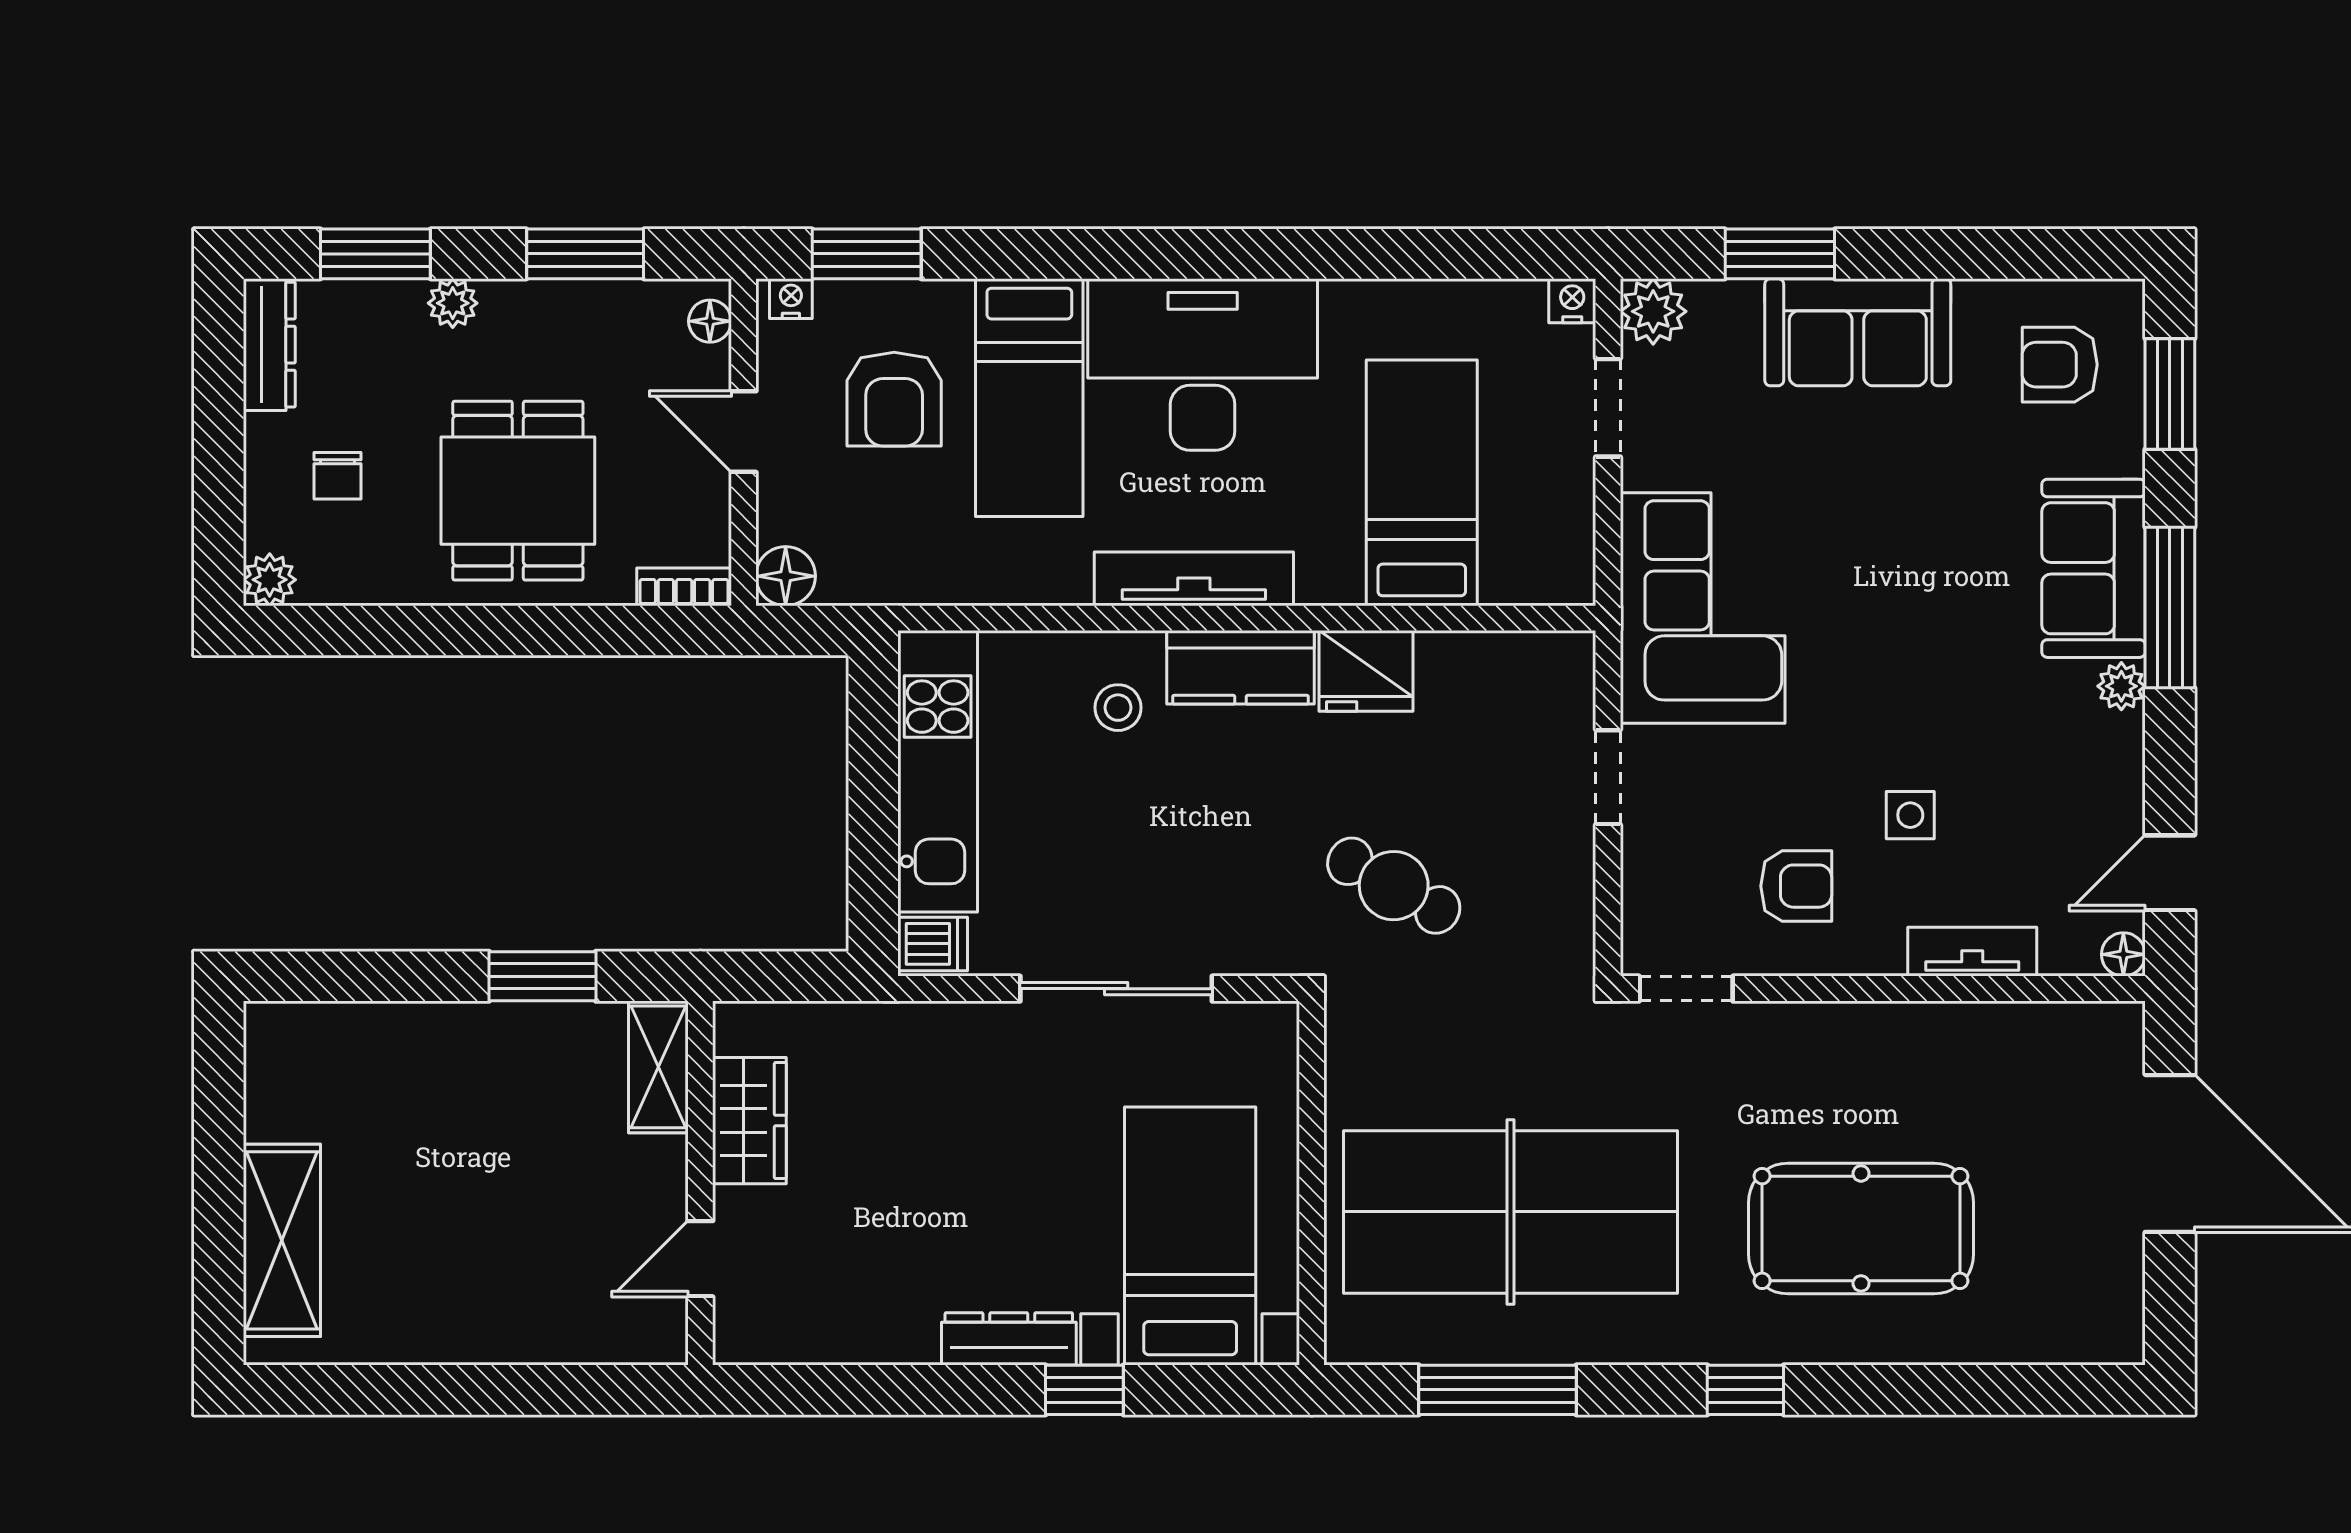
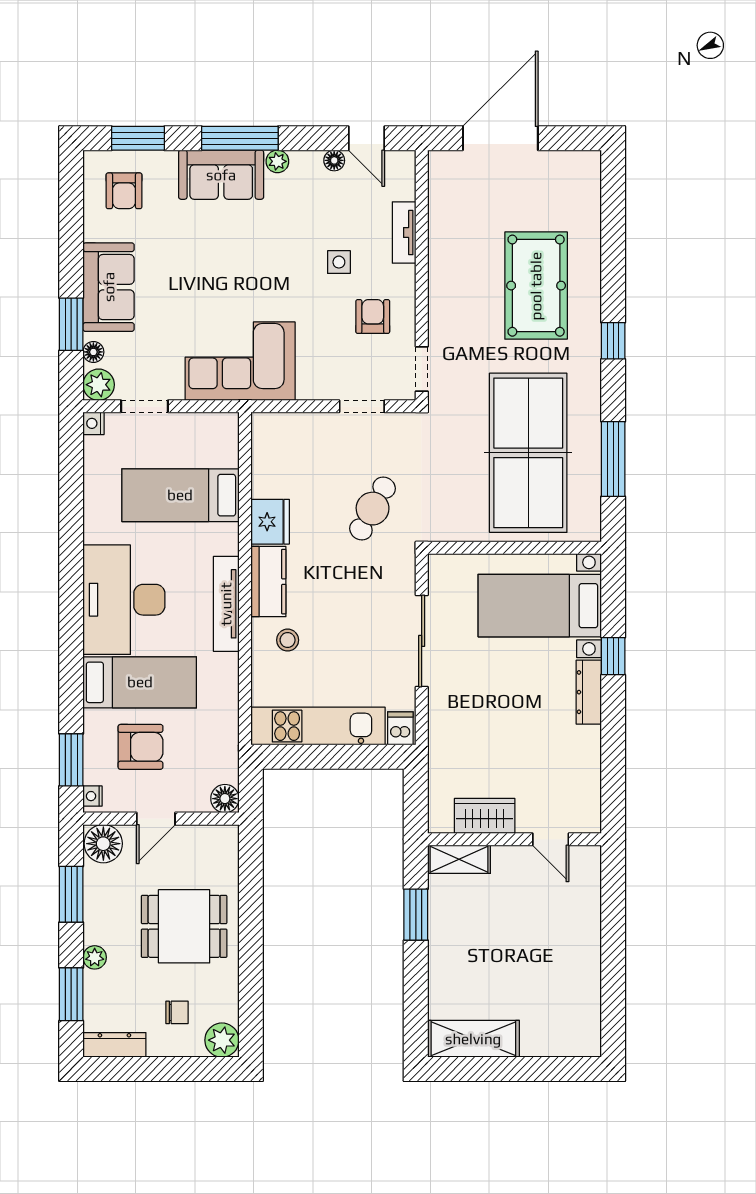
floor lamp: (1722, 300) -> (93, 352), added
floor lamp: (710, 321) -> (103, 844), width x1.89, depth x1.89
plant: (270, 580) -> (222, 1040), width x1.38, depth x1.38
bookcase: (684, 587) -> (230, 847), removed
doorway: (1608, 777) -> (362, 406), moved
floor lamp: (2123, 954) -> (334, 160), moved
shelving: (282, 1240) -> (473, 1039), moved

